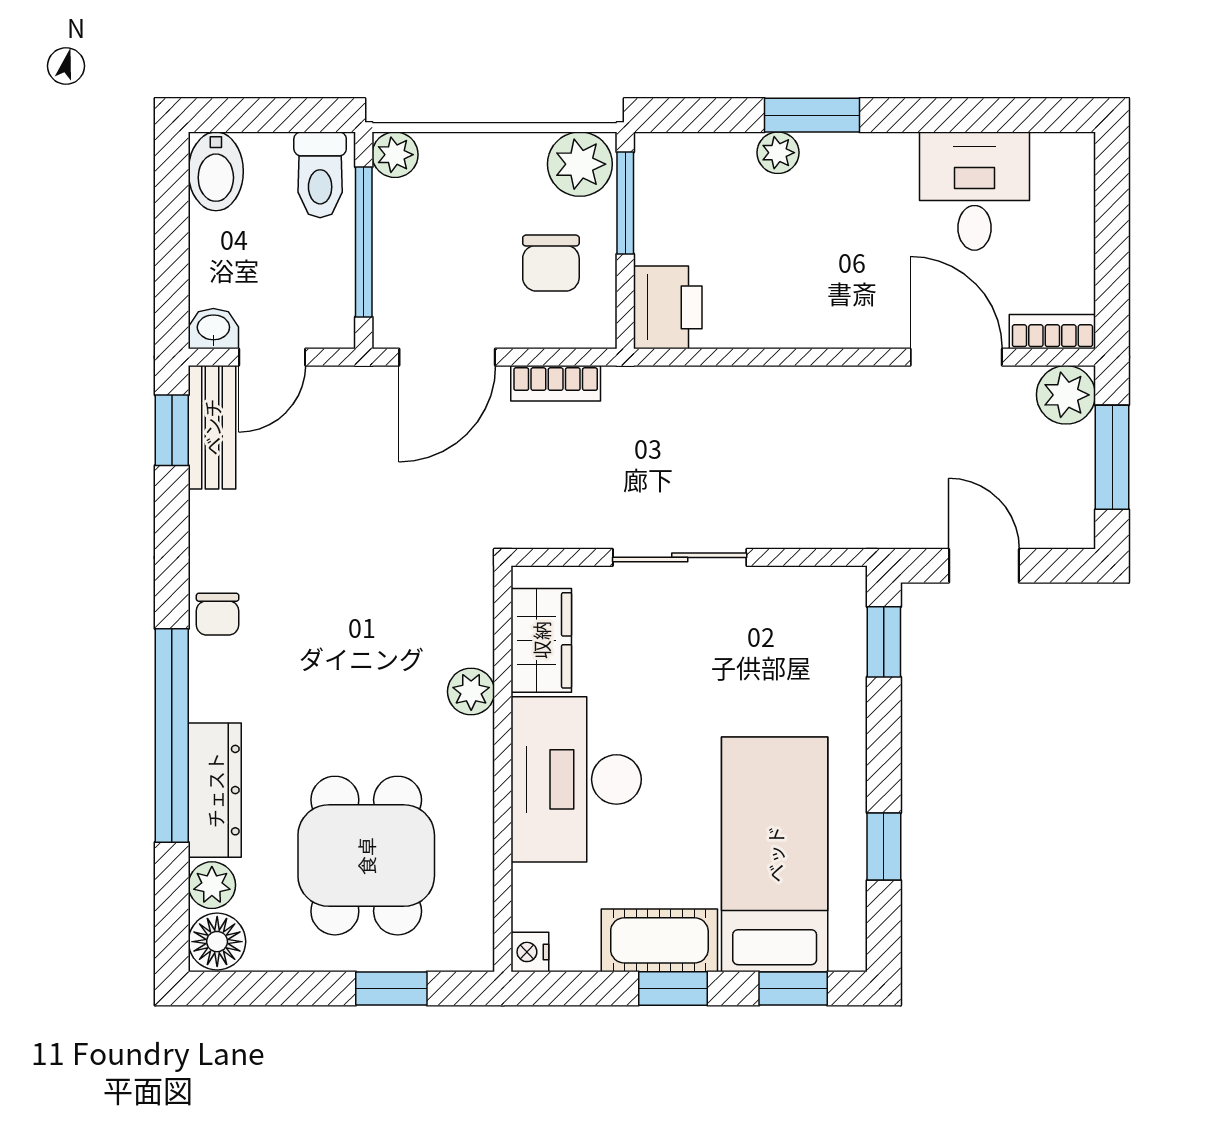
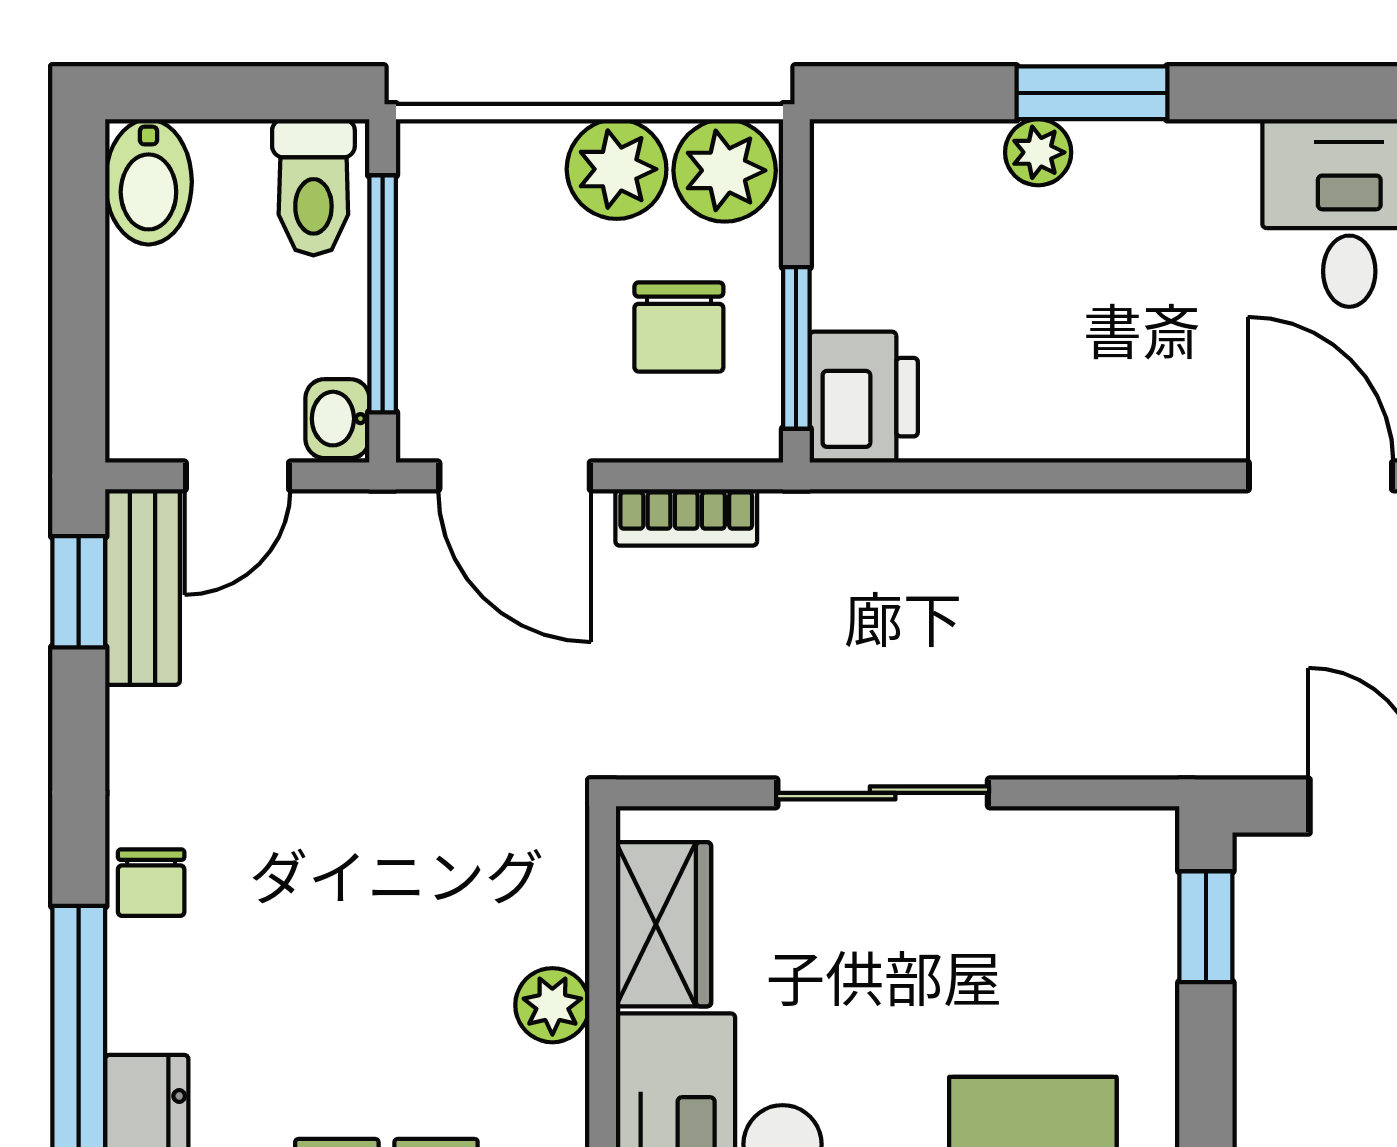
plant: (395, 155) -> (617, 169), moved, width x1.38, depth x1.38
window: (625, 203) -> (796, 348), moved
washbasin: (213, 329) -> (337, 419), moved, turned -90
door: (447, 357) -> (515, 476), hinge flipped

